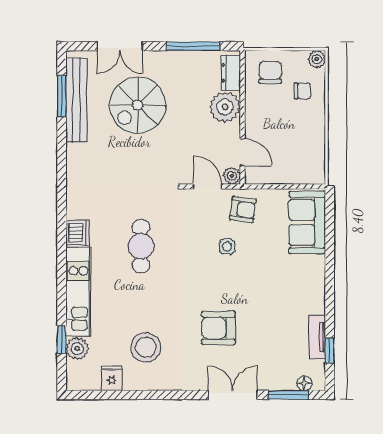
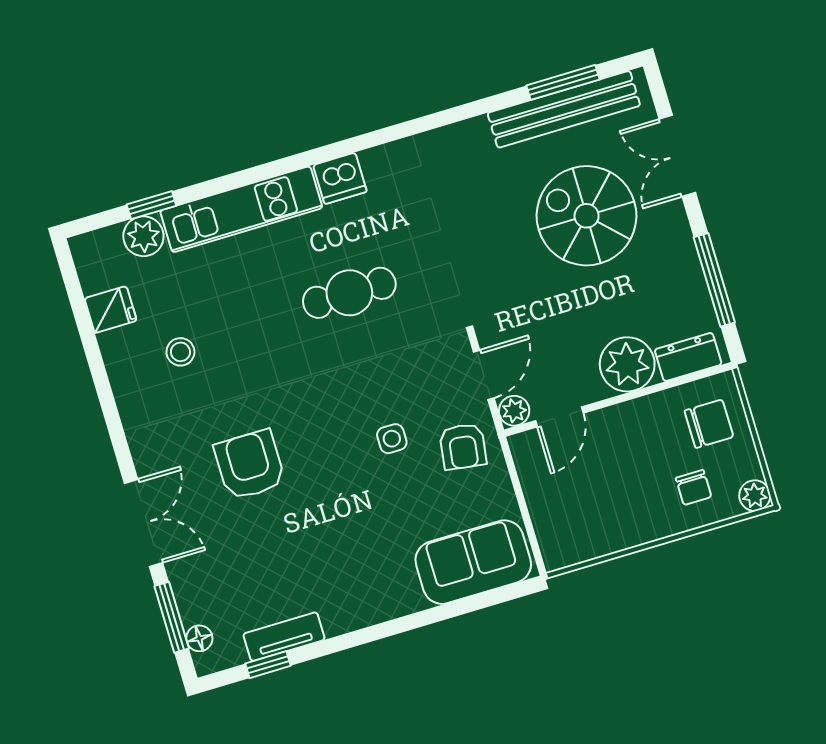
stool: (146, 347) -> (180, 352), width x0.53, depth x0.53

